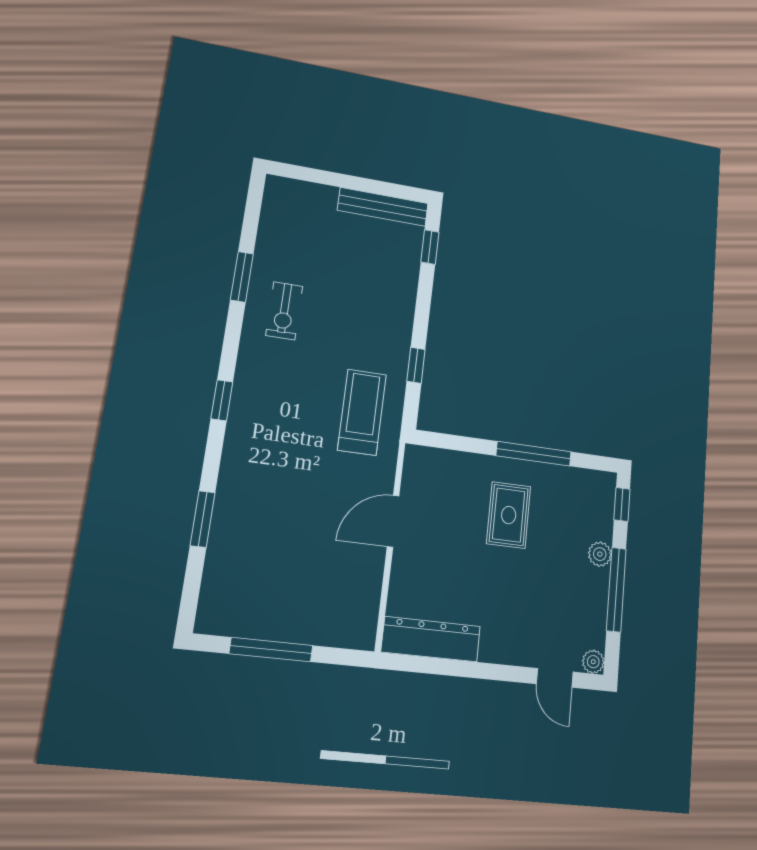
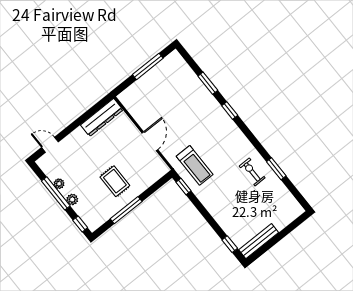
window: (416, 365) -> (183, 186), moved
window: (222, 400) -> (230, 111), moved
plant: (593, 662) -> (59, 184), moved

